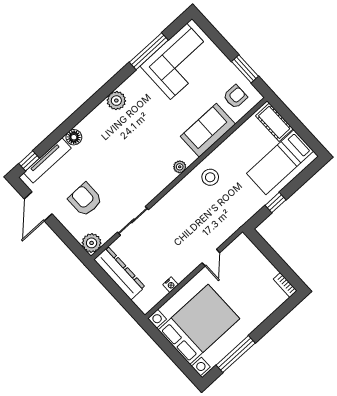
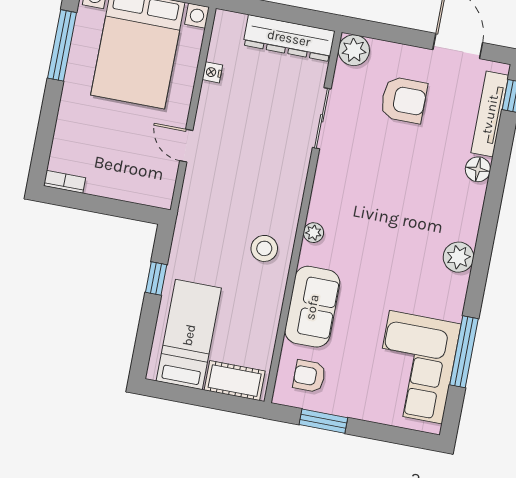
armchair: (235, 97) -> (309, 376), turned 90

